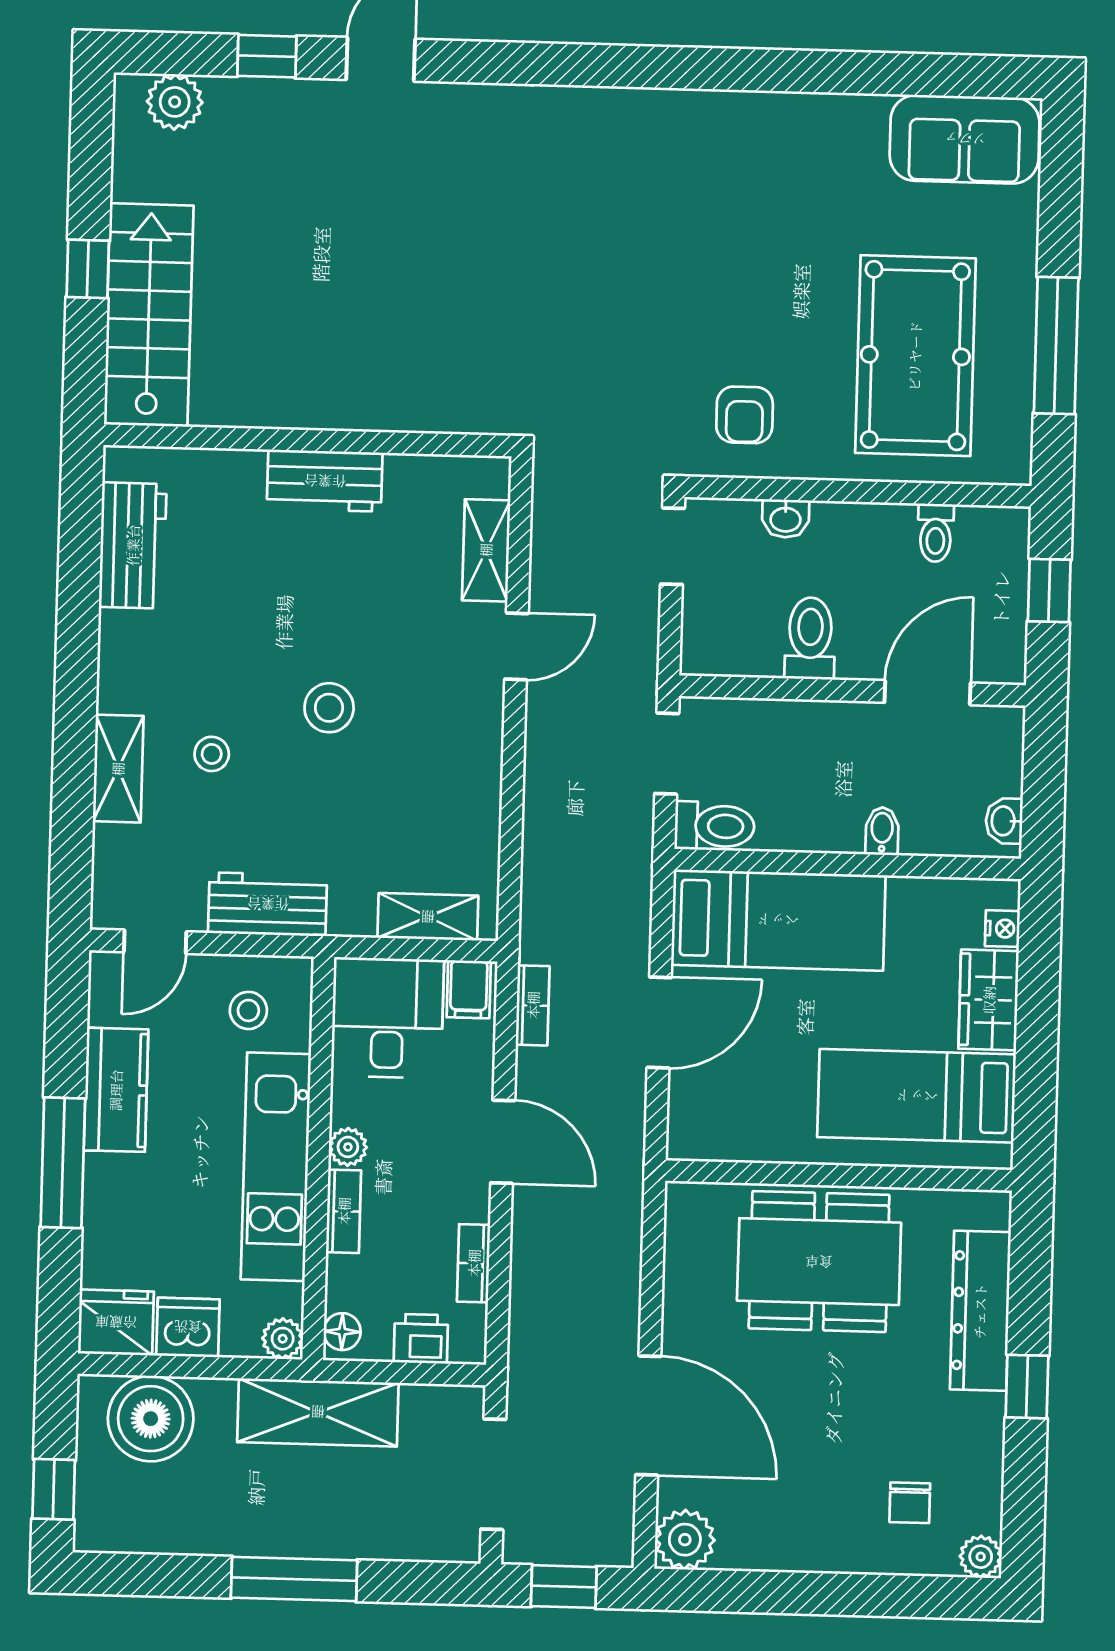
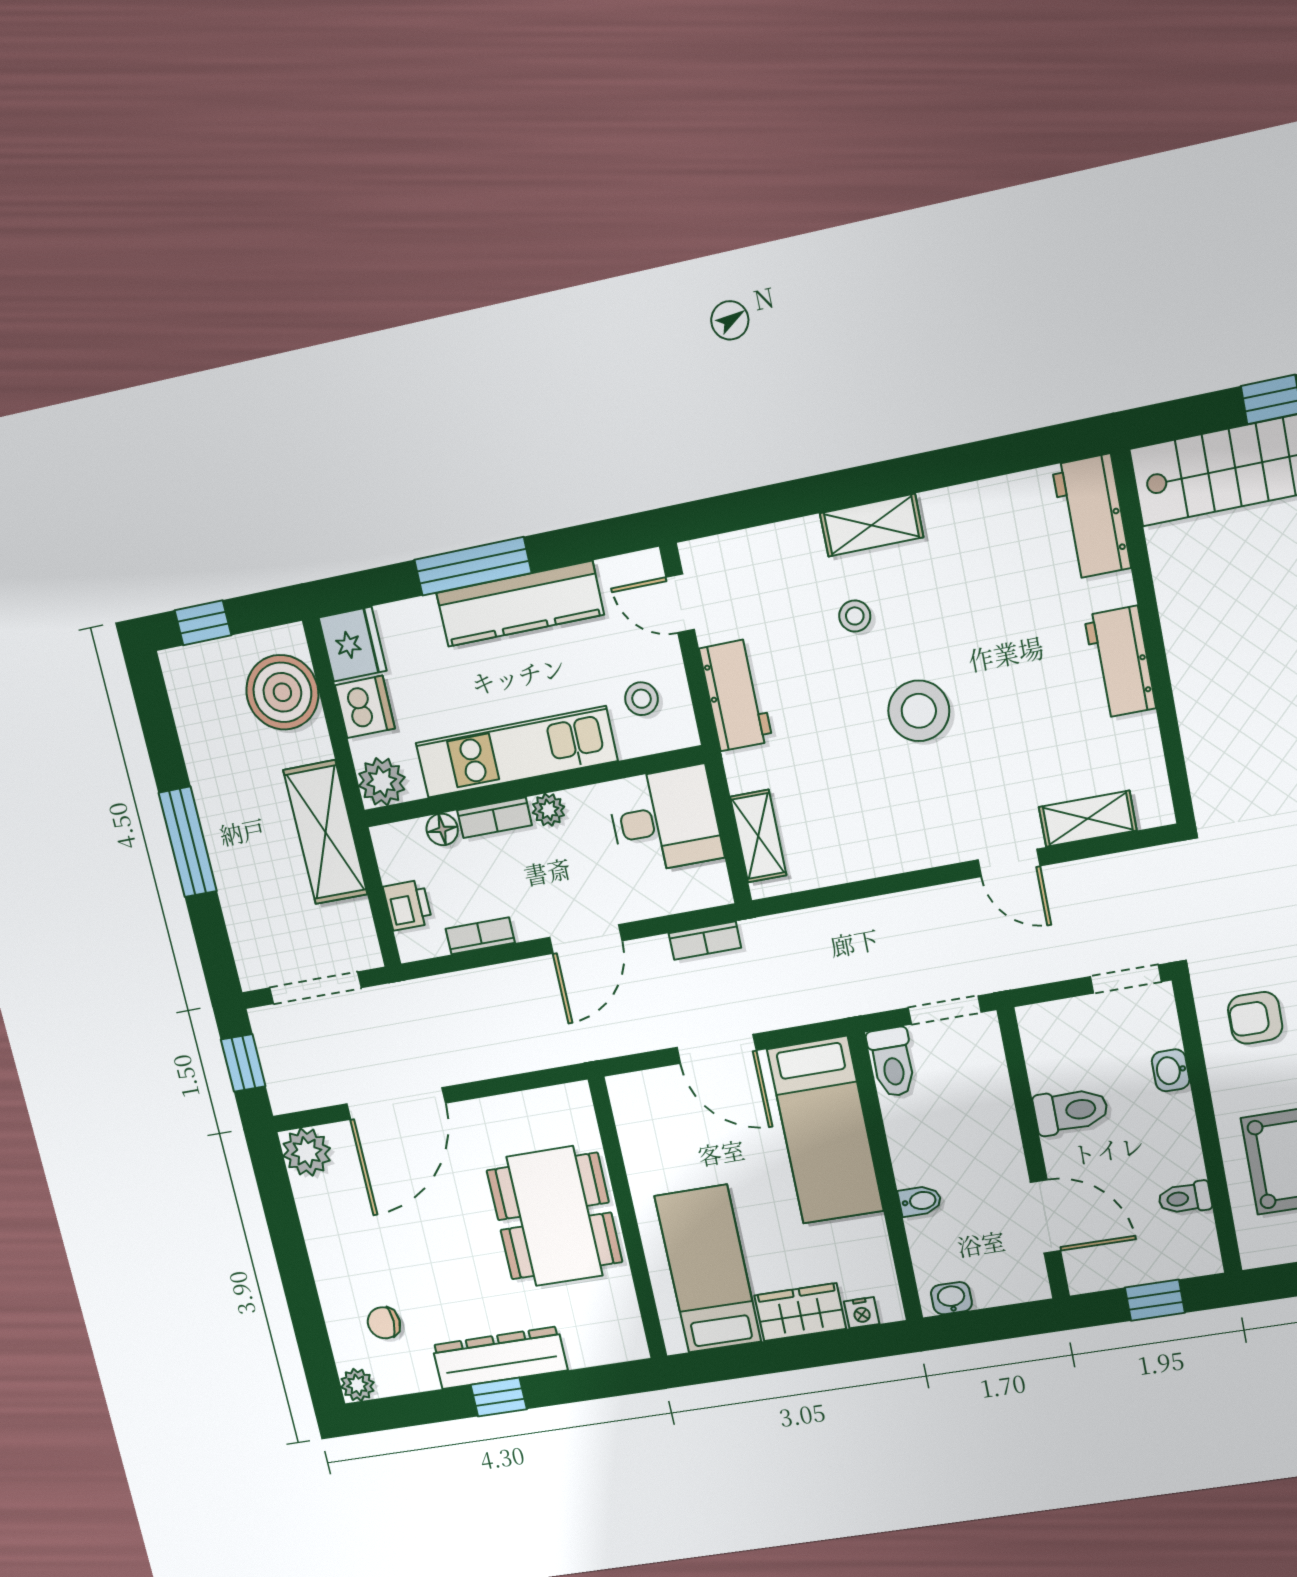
workbench: (133, 545) -> (1091, 517), moved, turned 90
stool: (329, 708) -> (919, 711), width x1.38, depth x1.38
shelving: (118, 769) -> (871, 525), moved
filing cabinet: (469, 989) -> (705, 884), removed
kitchen counter: (116, 1090) -> (520, 604), width x1.50
dresser: (980, 1311) -> (500, 1358), moved
floor lamp: (342, 1332) -> (442, 829), moved
plant: (283, 1339) -> (382, 782), width x1.38, depth x1.38

